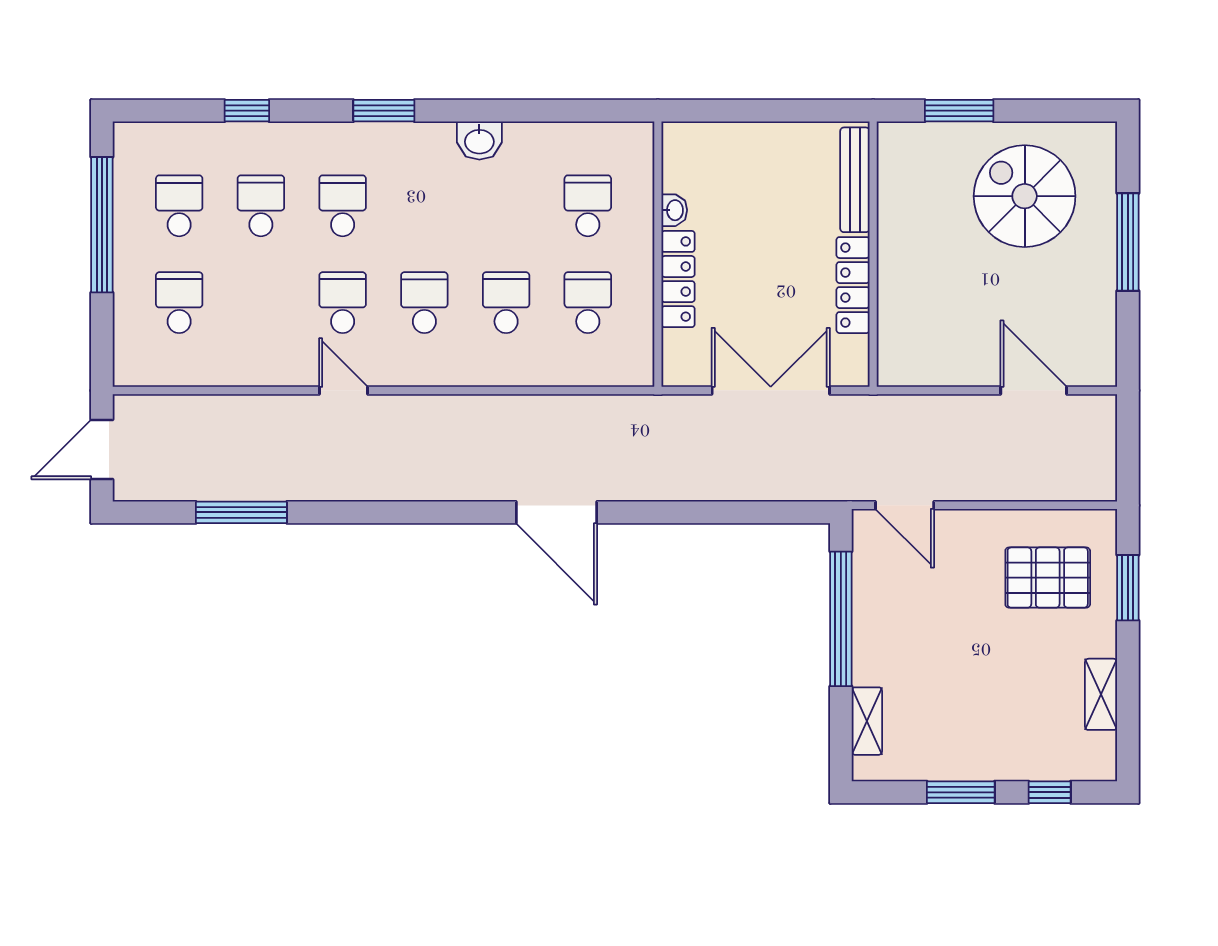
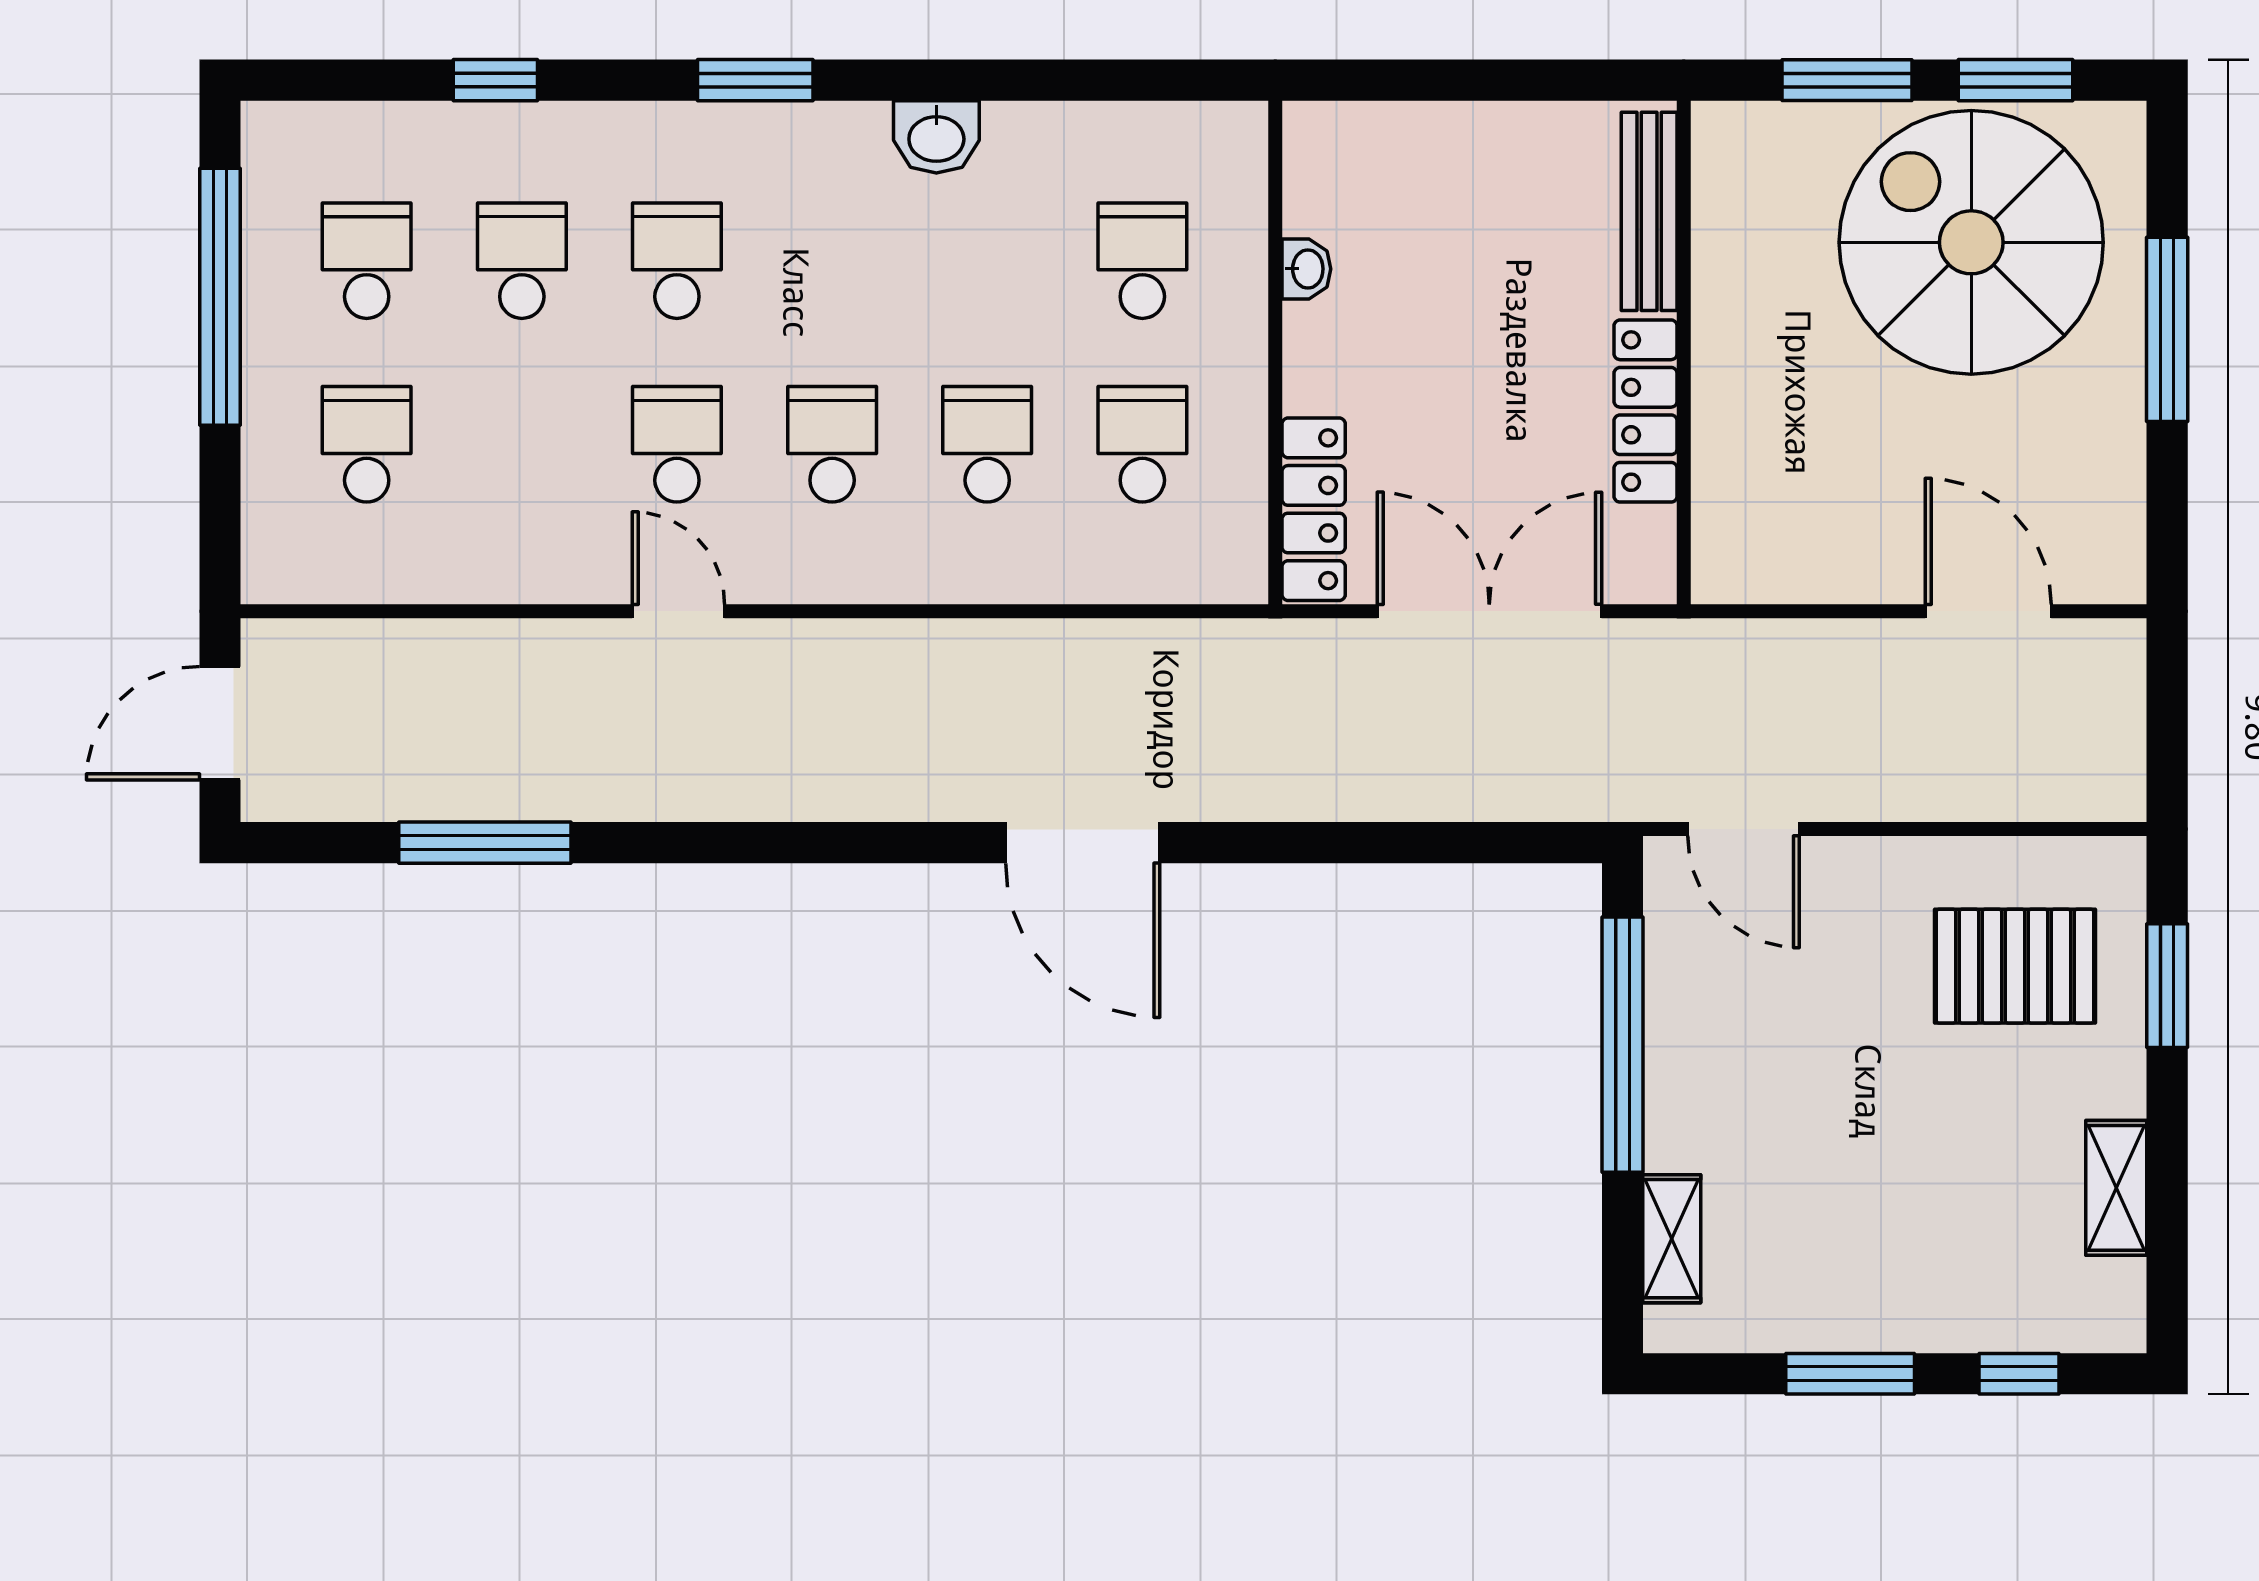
window: (1048, 111) -> (2016, 80), added
spiral stairs: (1025, 196) -> (1971, 242), width x1.37, depth x1.37
locker: (678, 279) -> (1314, 509), moved

